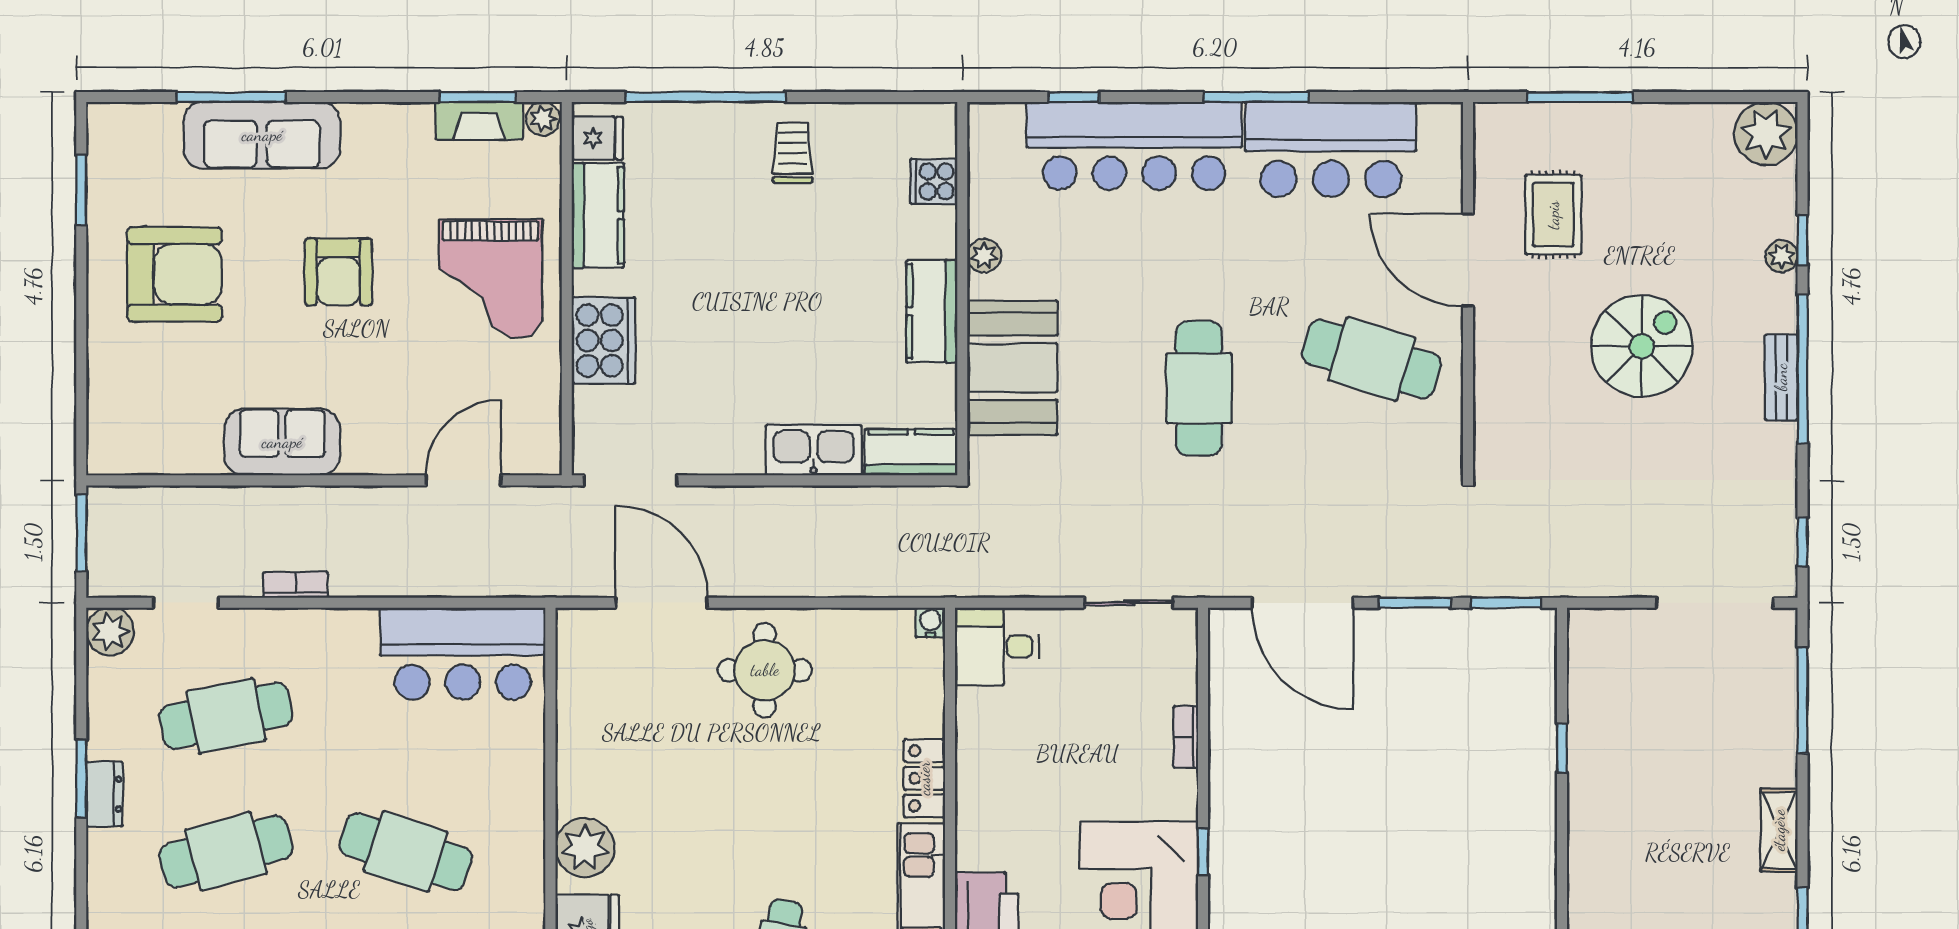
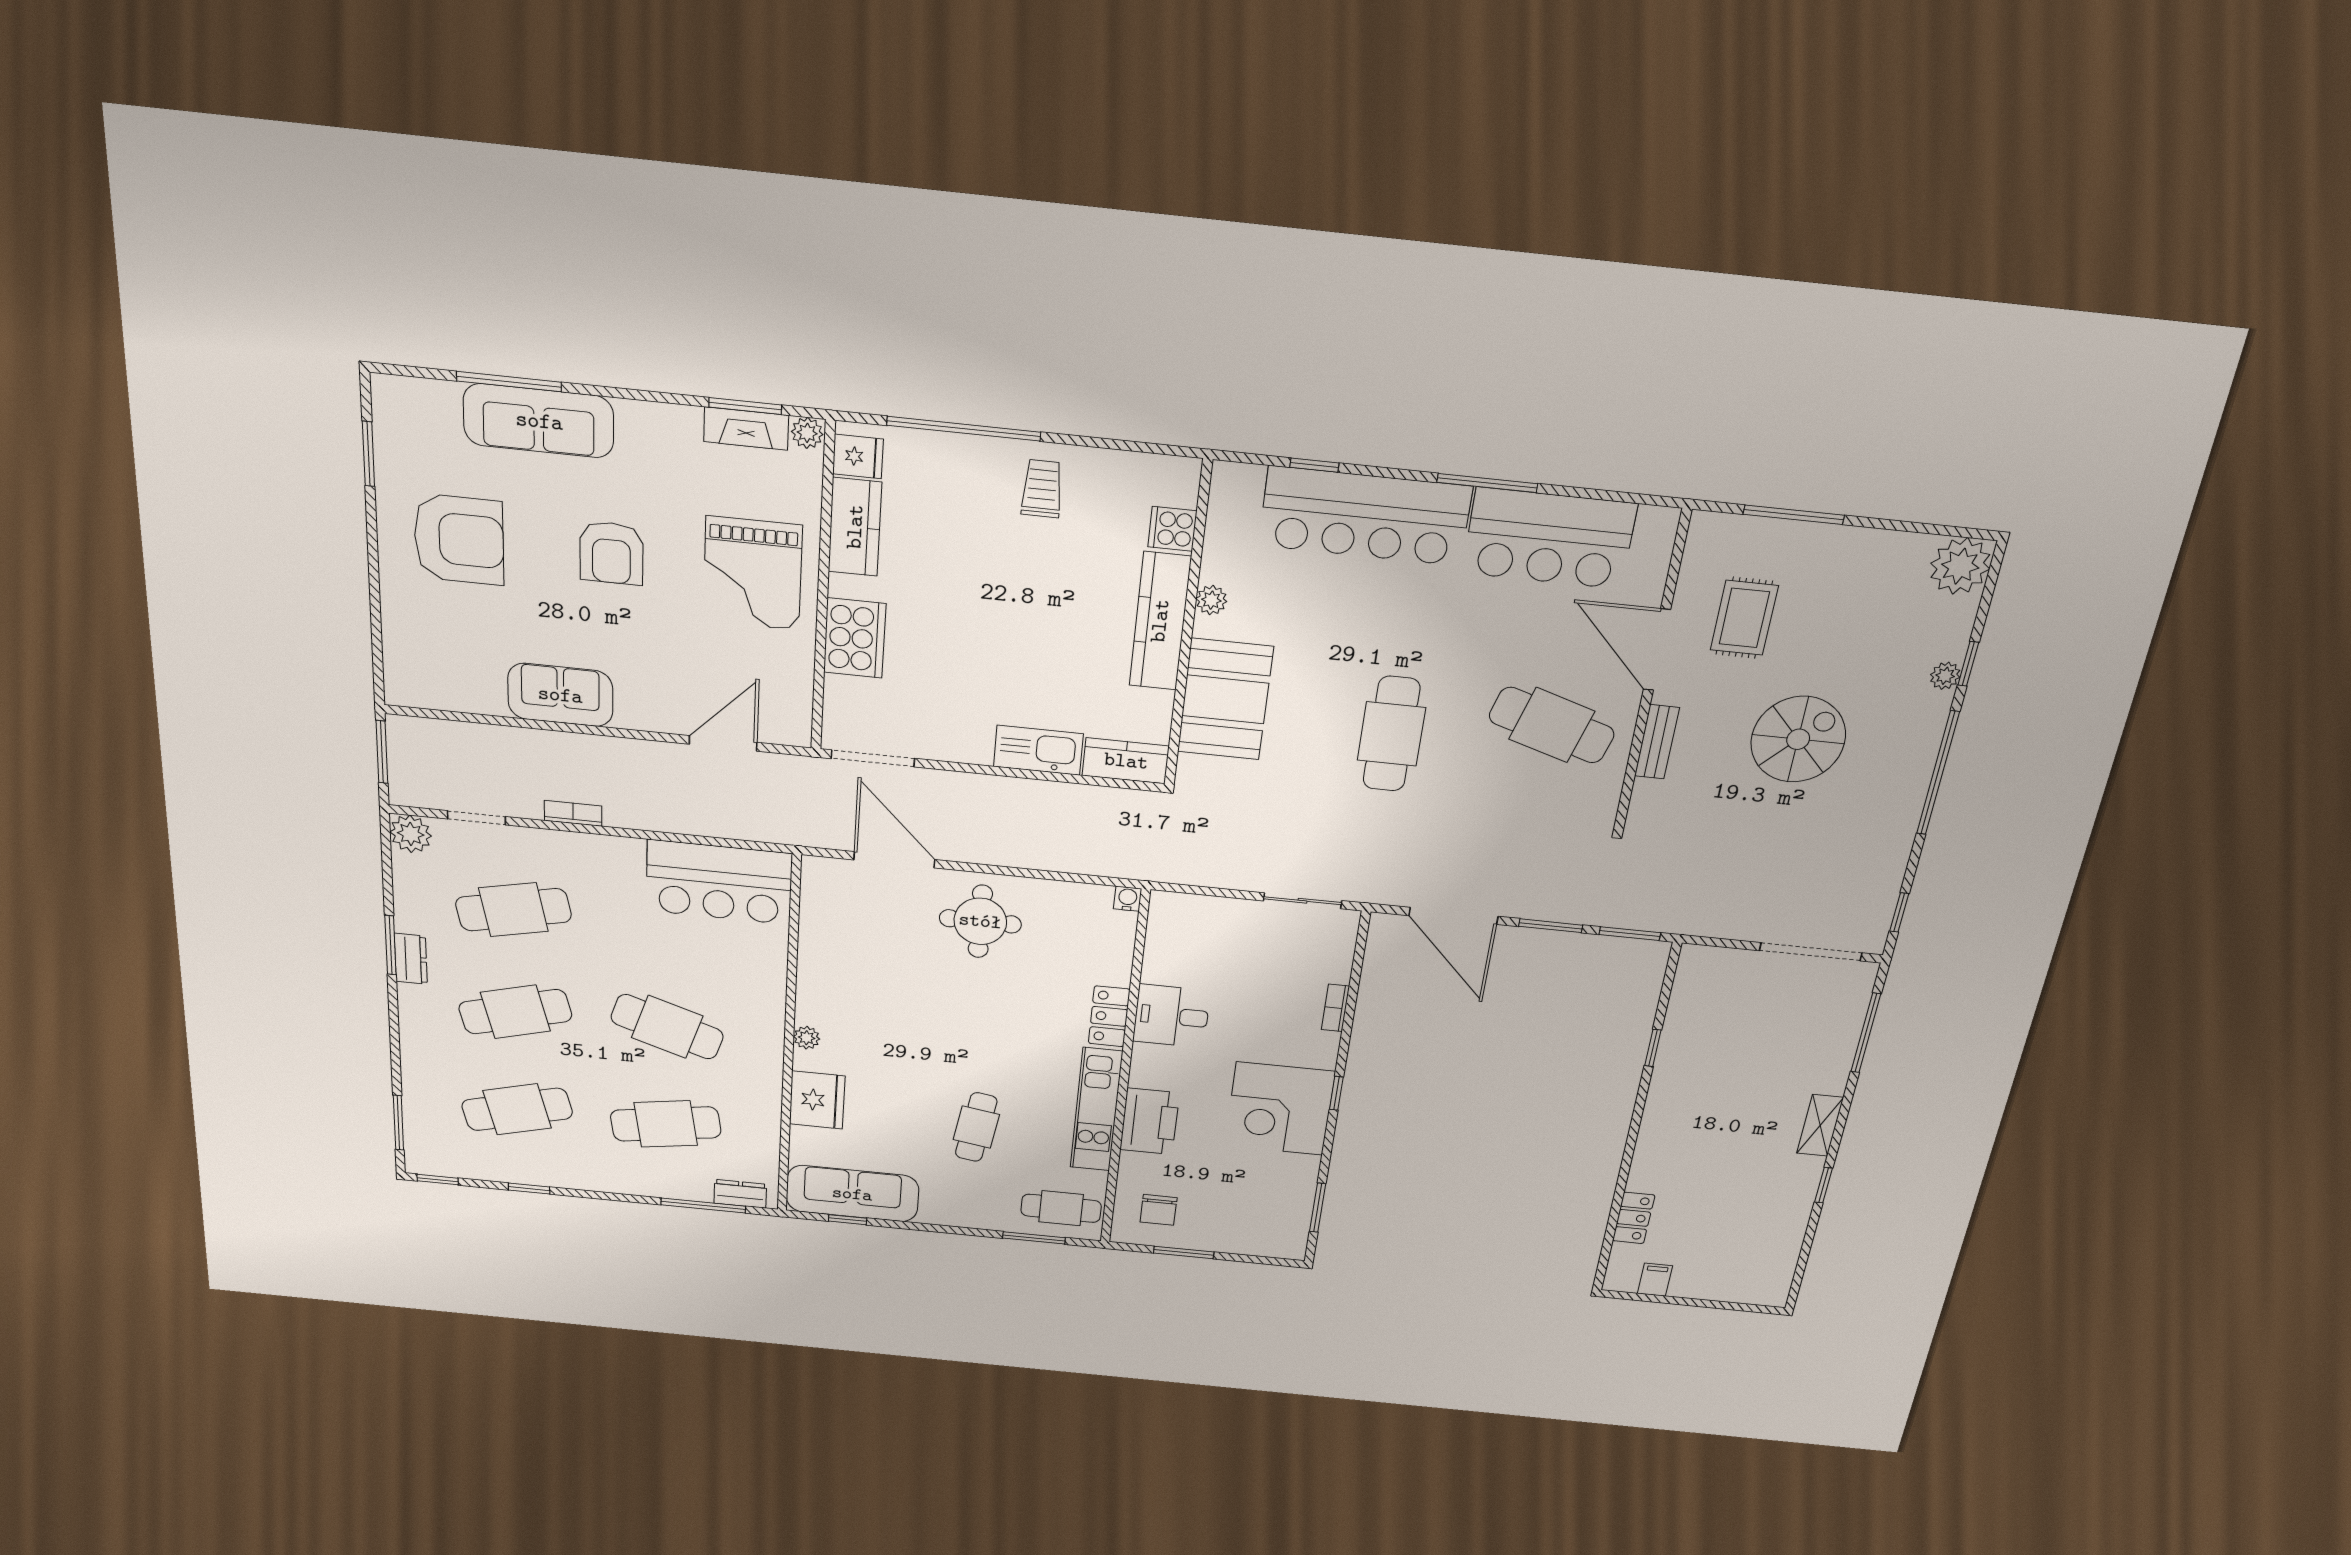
kitchen counter: (932, 311) -> (1160, 621), width x1.50
bench: (1781, 377) -> (1657, 742), moved
desk: (997, 647) -> (1172, 1016), moved
plant: (585, 848) -> (807, 1038), width x0.53, depth x0.53

